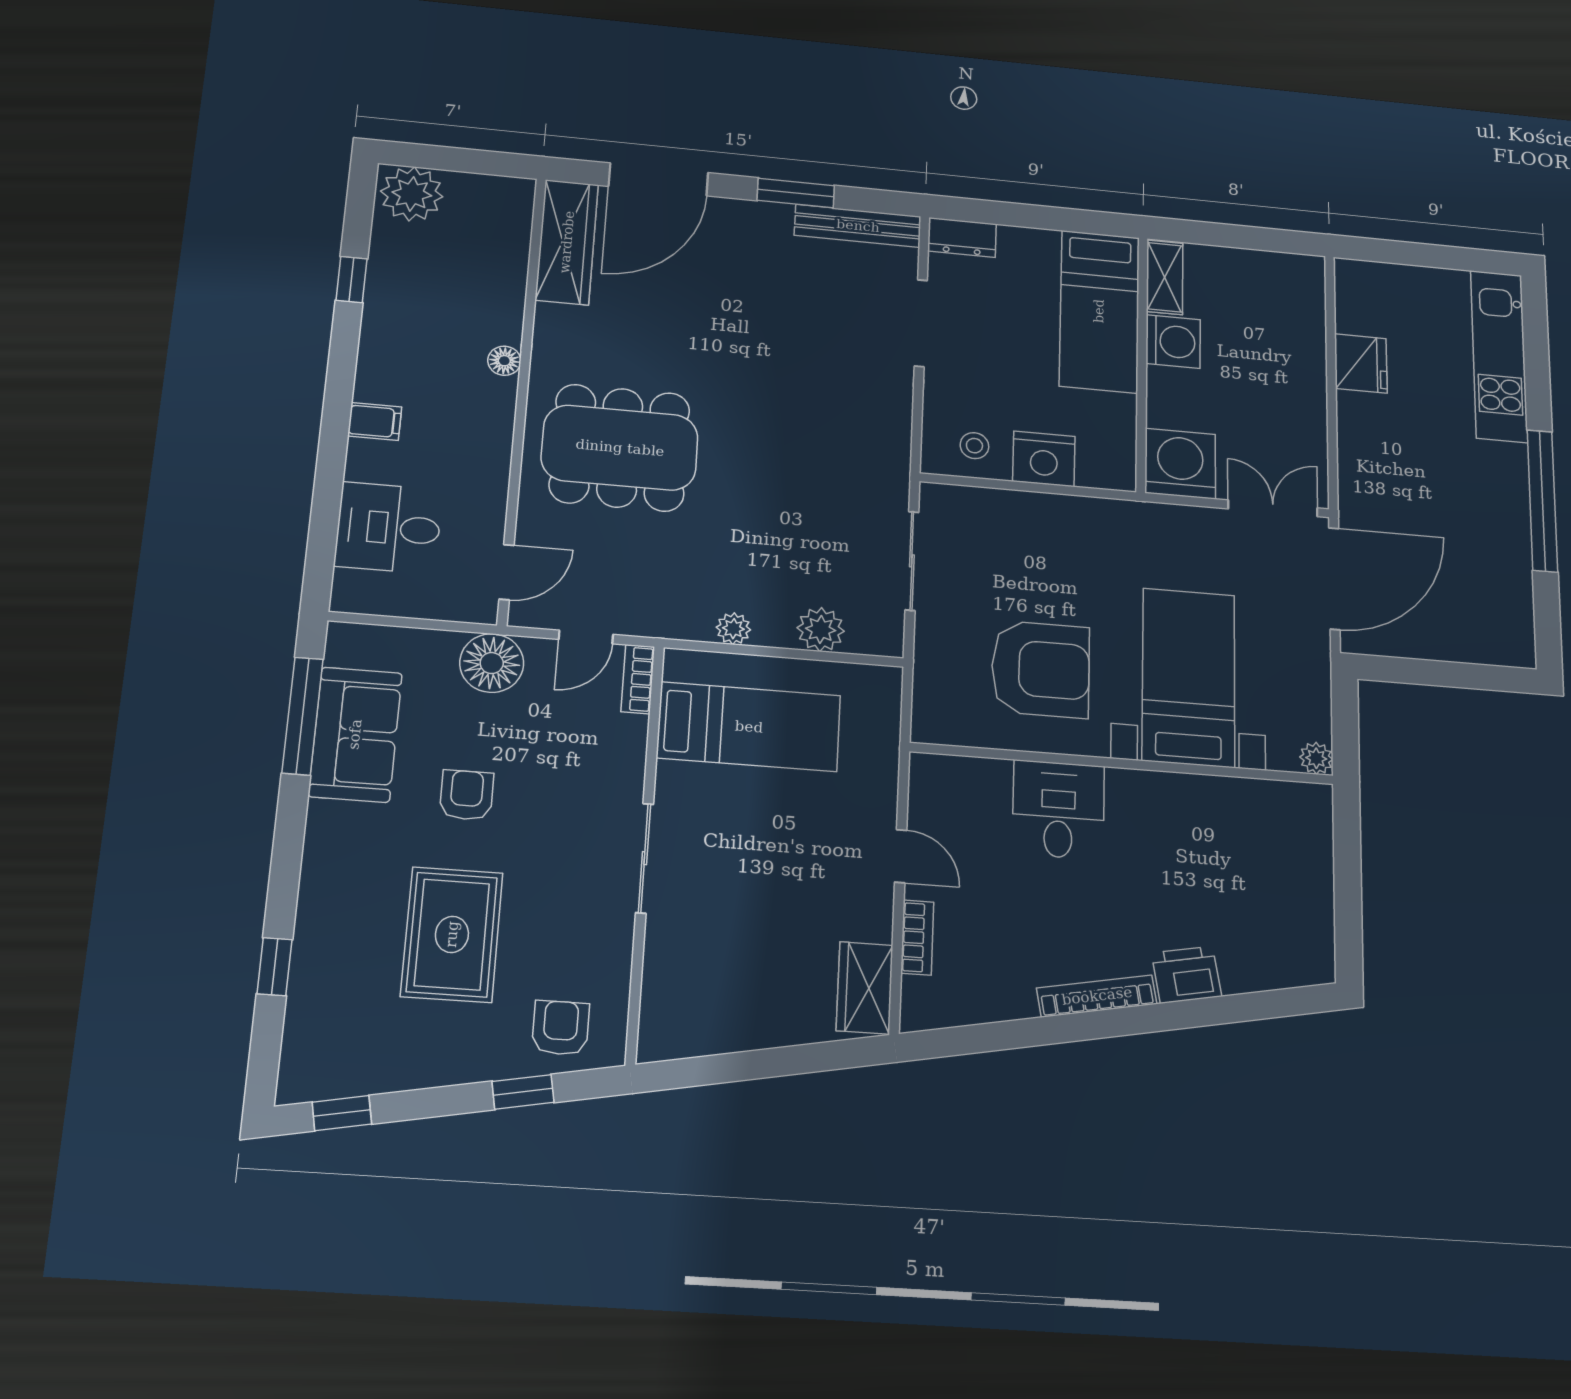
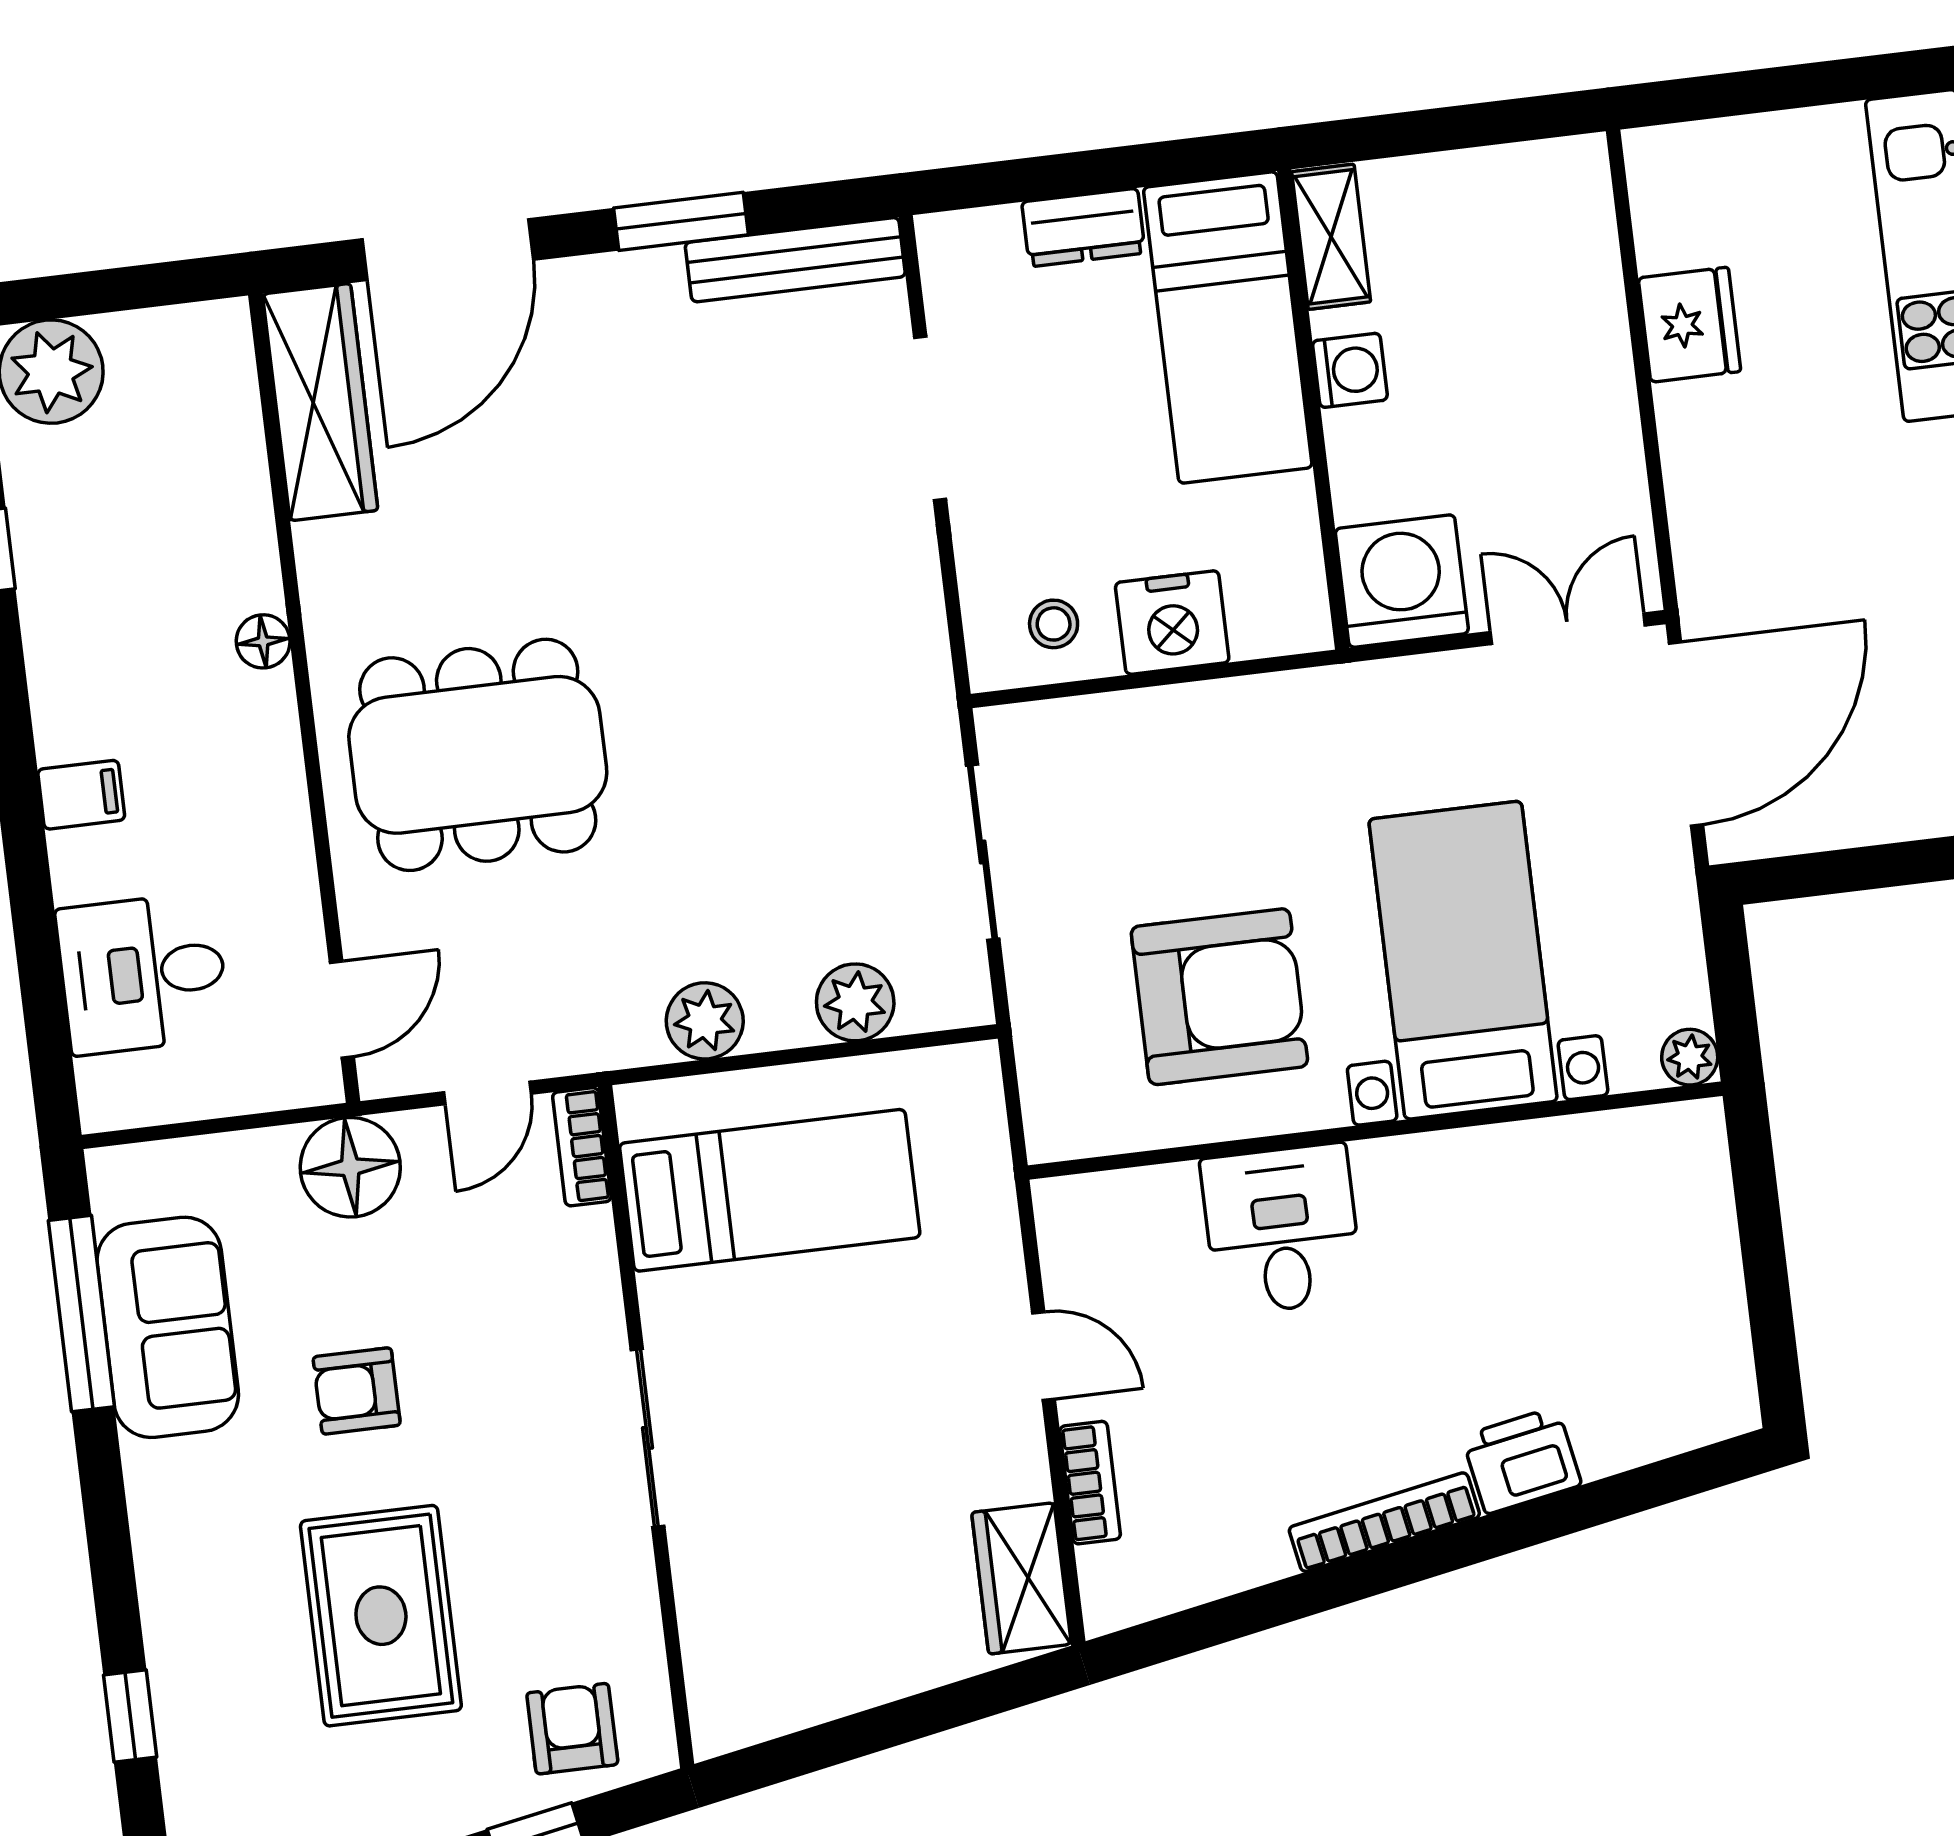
dresser: (962, 237) -> (1083, 228), moved
washing machine: (1173, 342) -> (1350, 370), width x0.73, depth x0.73
plant: (733, 629) -> (705, 1021), width x1.38, depth x1.38
armchair: (467, 795) -> (357, 1391), turned -90

